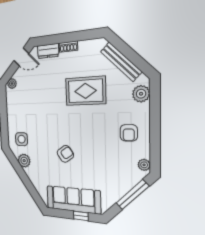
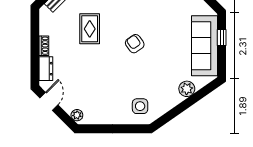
rug: (85, 91) -> (90, 29), width x0.73, depth x0.70
armchair: (65, 154) -> (135, 44), moved
plant: (24, 161) -> (187, 89), moved

